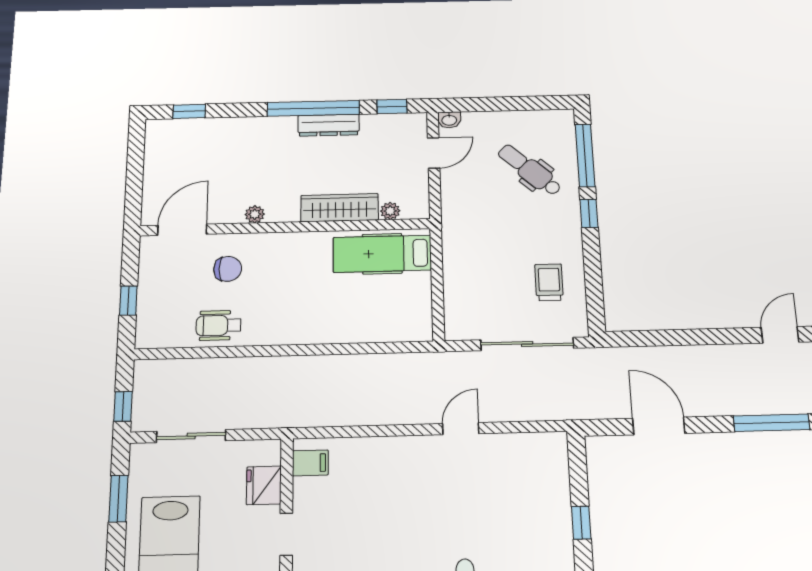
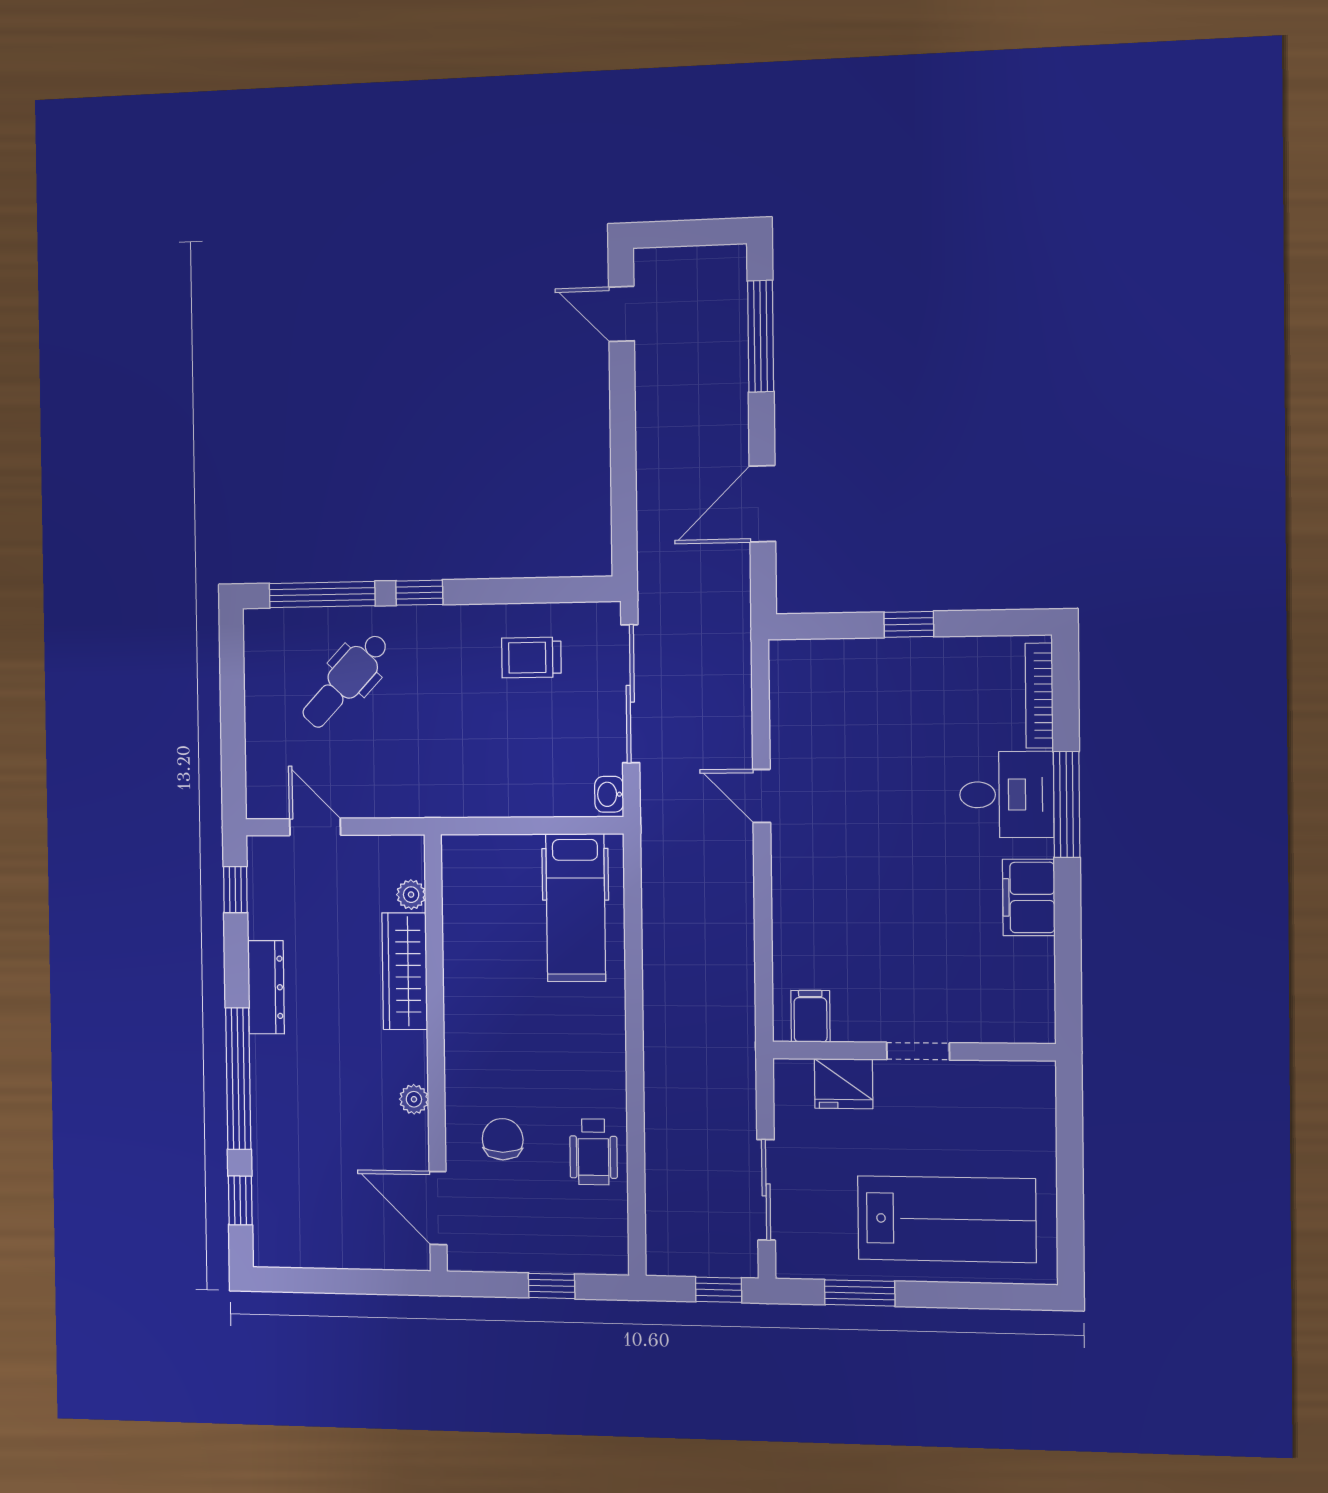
window: (313, 108) -> (238, 1079), moved
washbasin: (449, 120) -> (609, 794), moved, turned 180
hospital bed: (382, 254) -> (576, 908), moved

